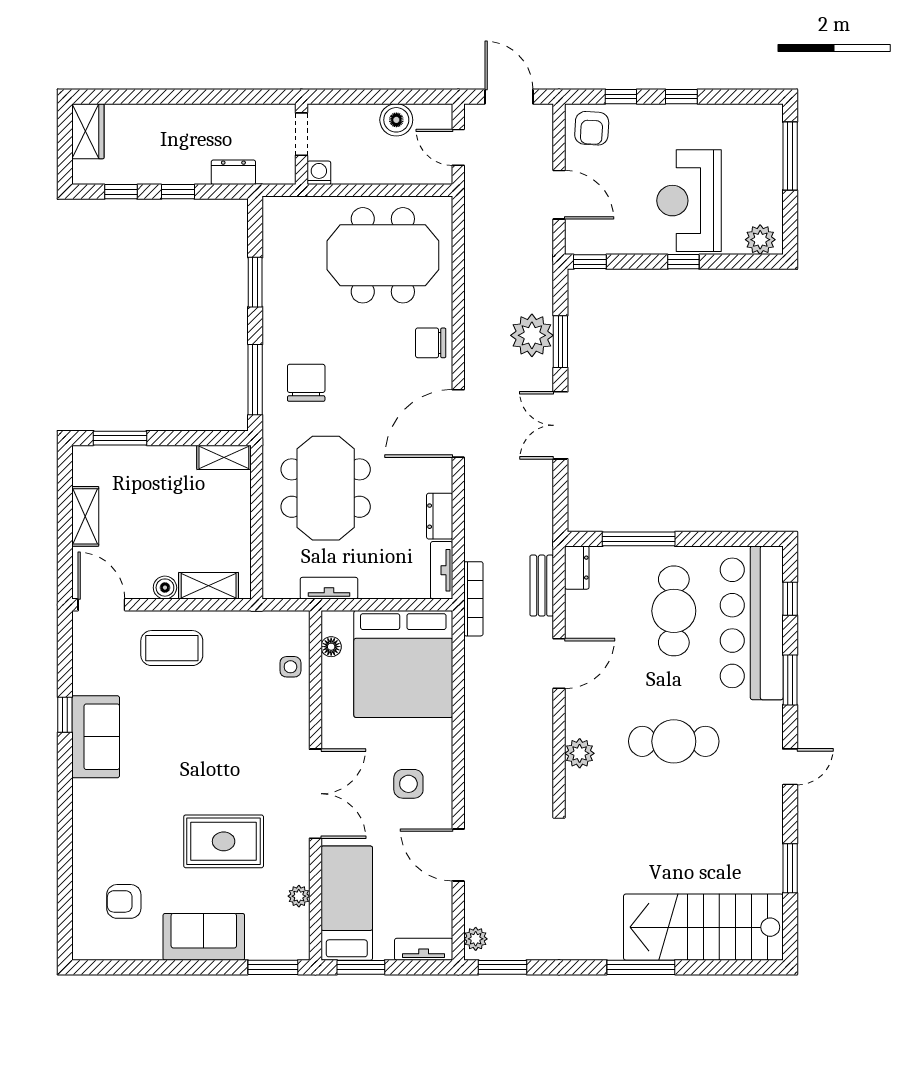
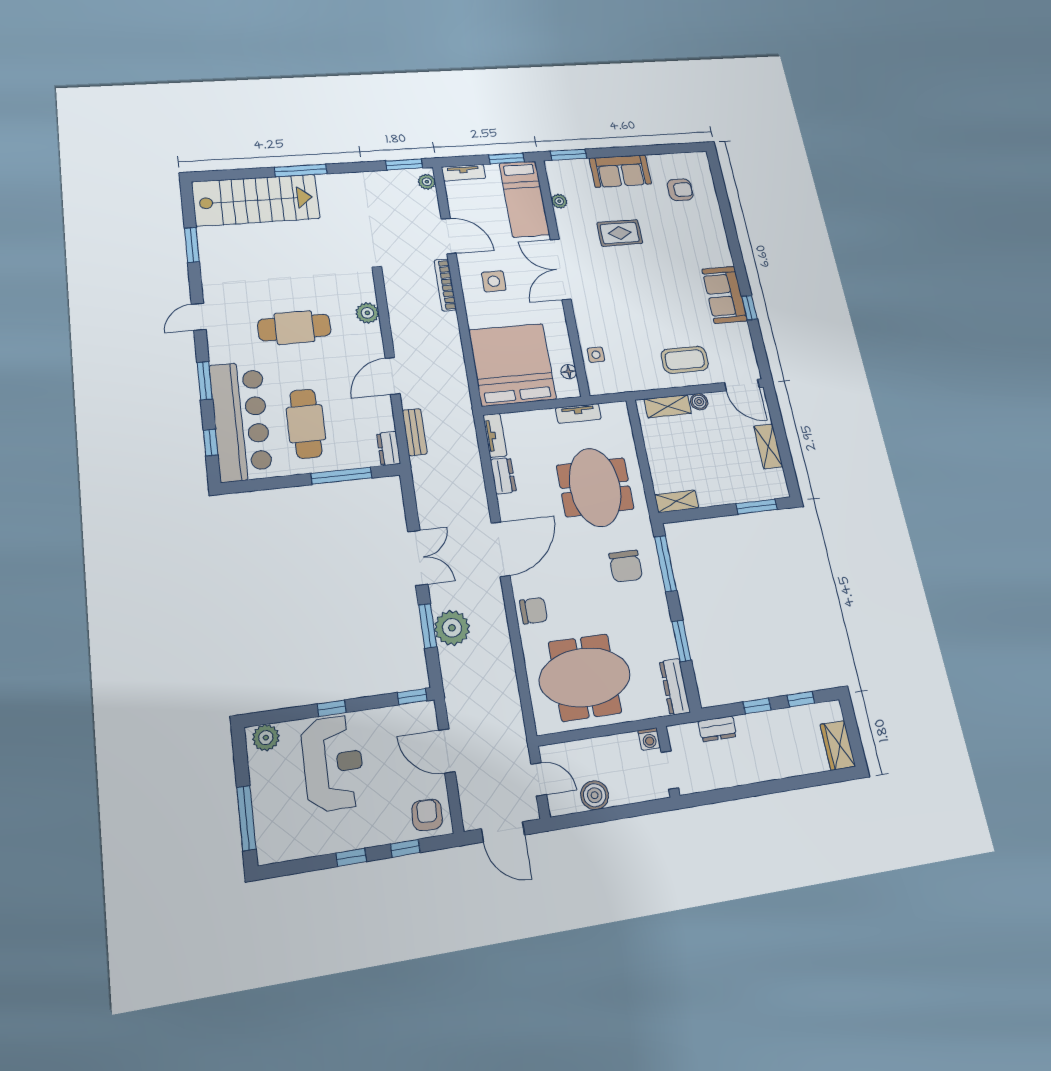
dresser: (275, 229) -> (675, 687), added
bookcase: (473, 599) -> (445, 285), moved
rug: (224, 841) -> (620, 233), width x0.73, depth x0.70

